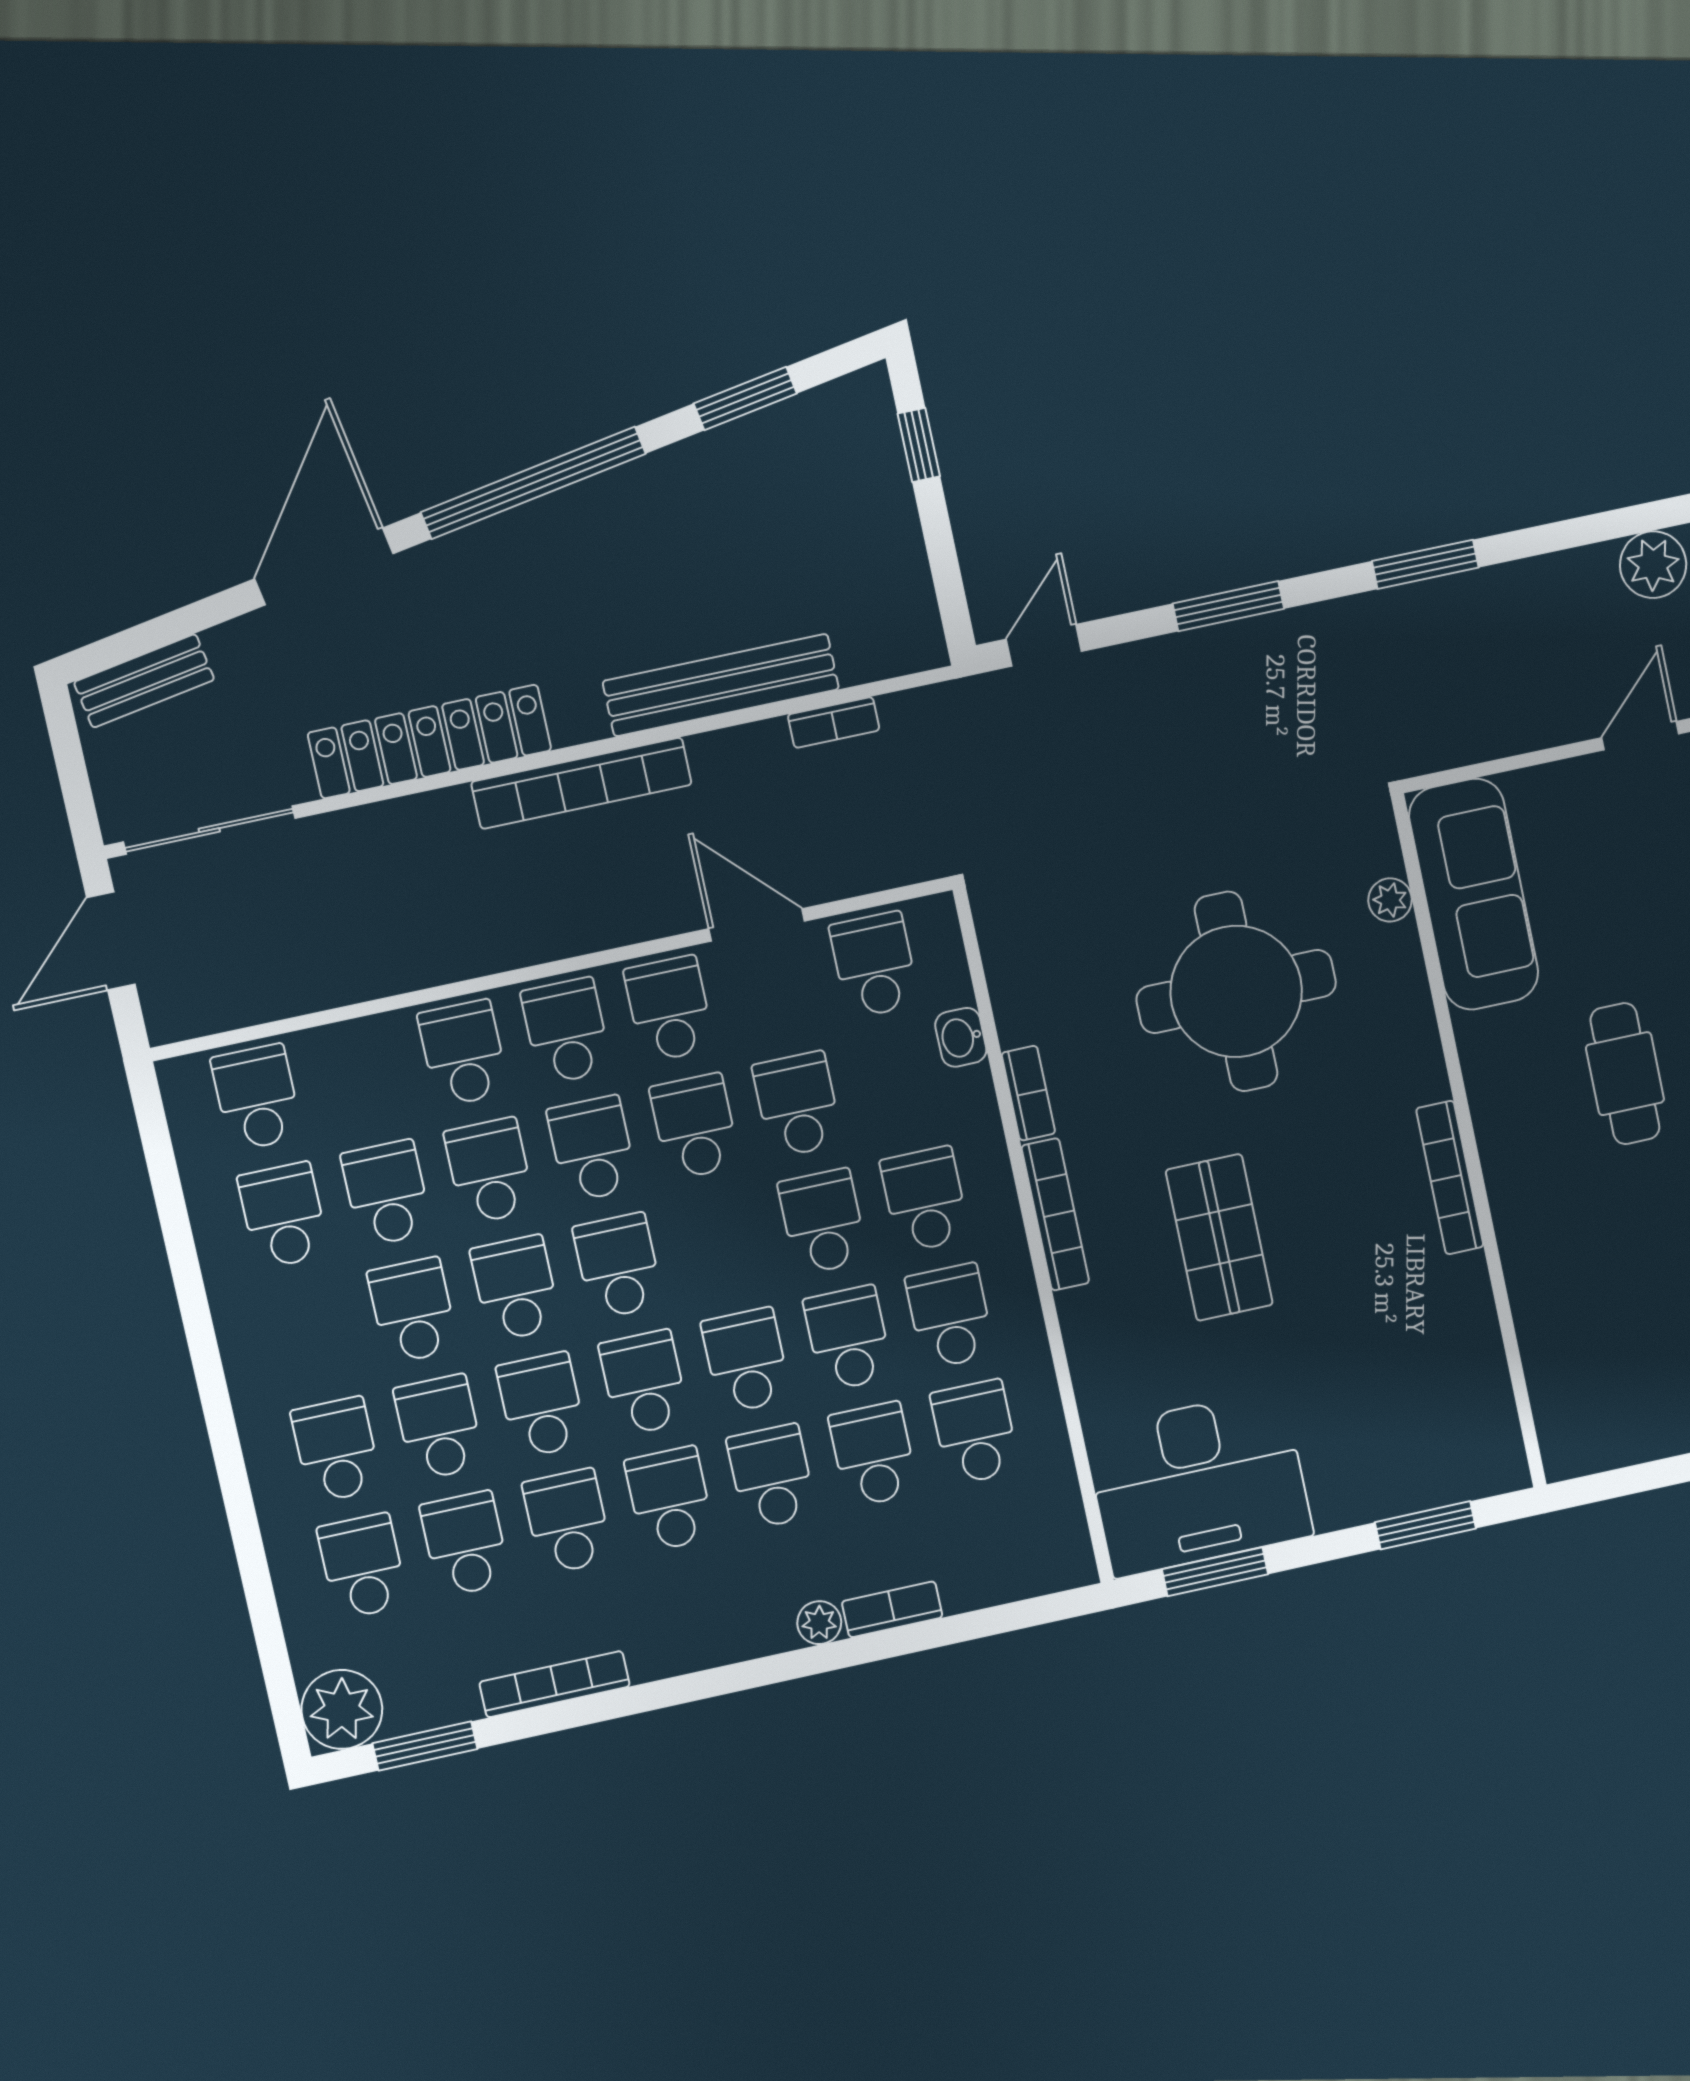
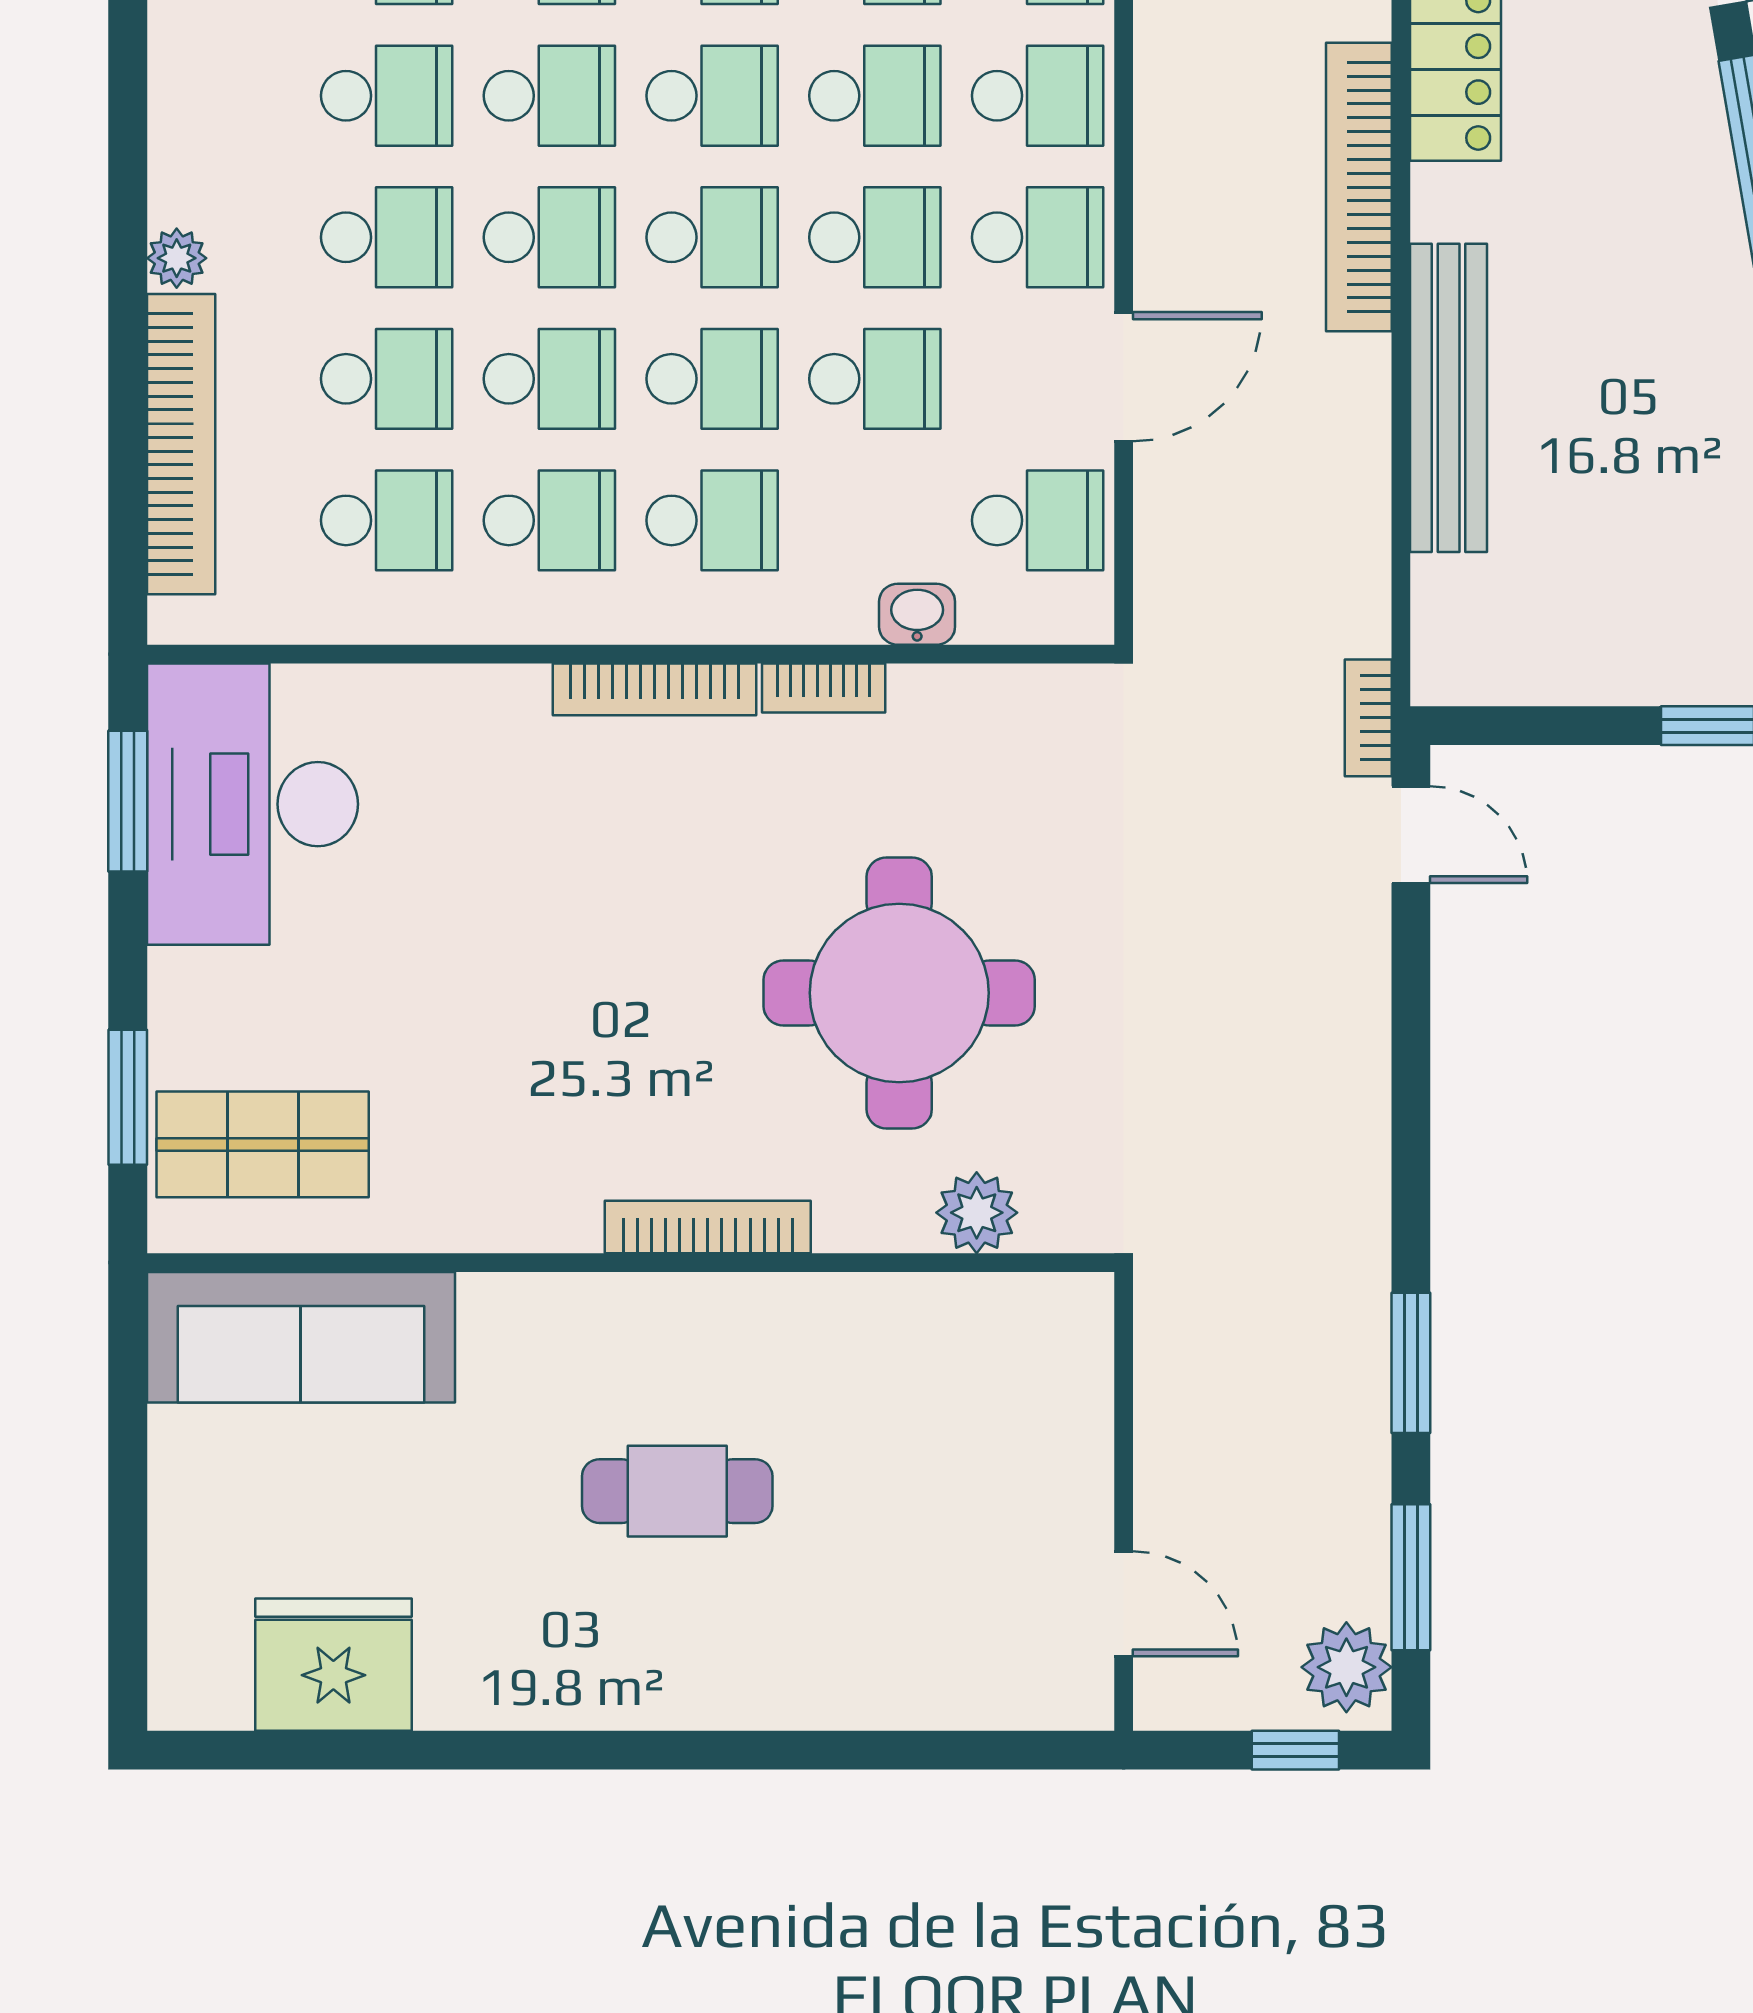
window: (1228, 606) -> (1411, 1577), moved
bookcase: (834, 722) -> (1368, 718), moved
sofa: (1474, 894) -> (301, 1337), moved
plant: (1390, 900) -> (977, 1213), width x1.38, depth x1.38
bookcase: (1450, 1178) -> (708, 1227), moved
shop shelf: (1219, 1237) -> (263, 1144), moved
school desk: (721, 1244) -> (712, 237), added
bookcase: (892, 1609) -> (181, 444), width x2.31, depth x1.31

